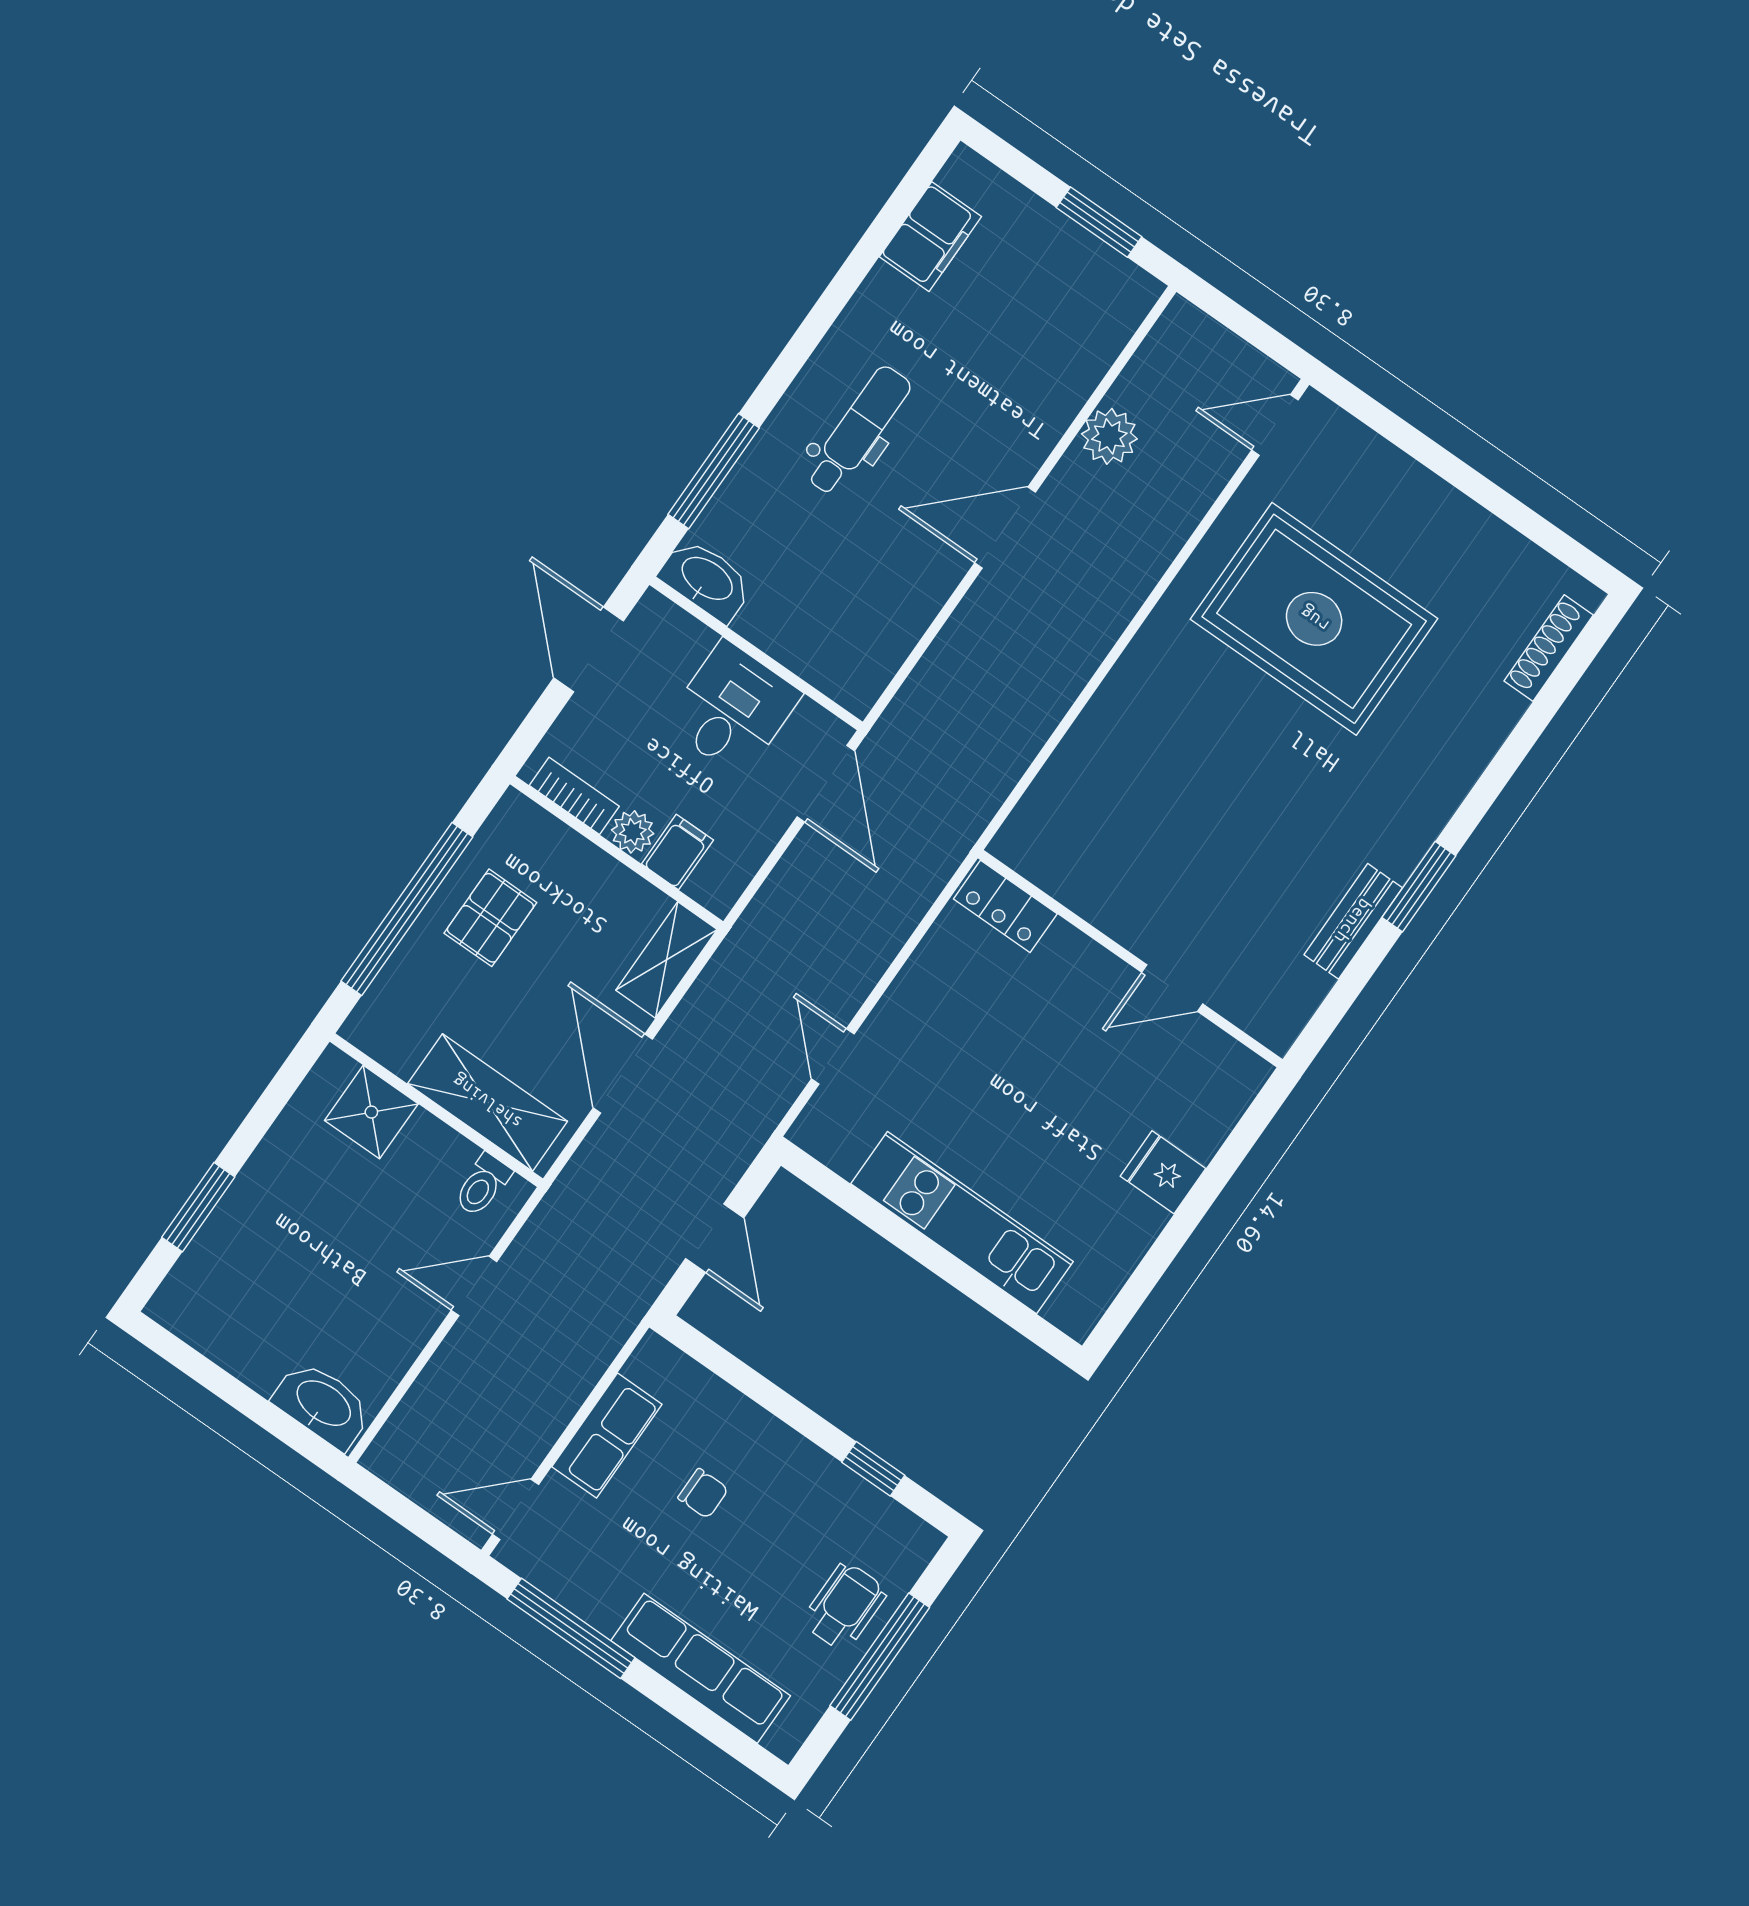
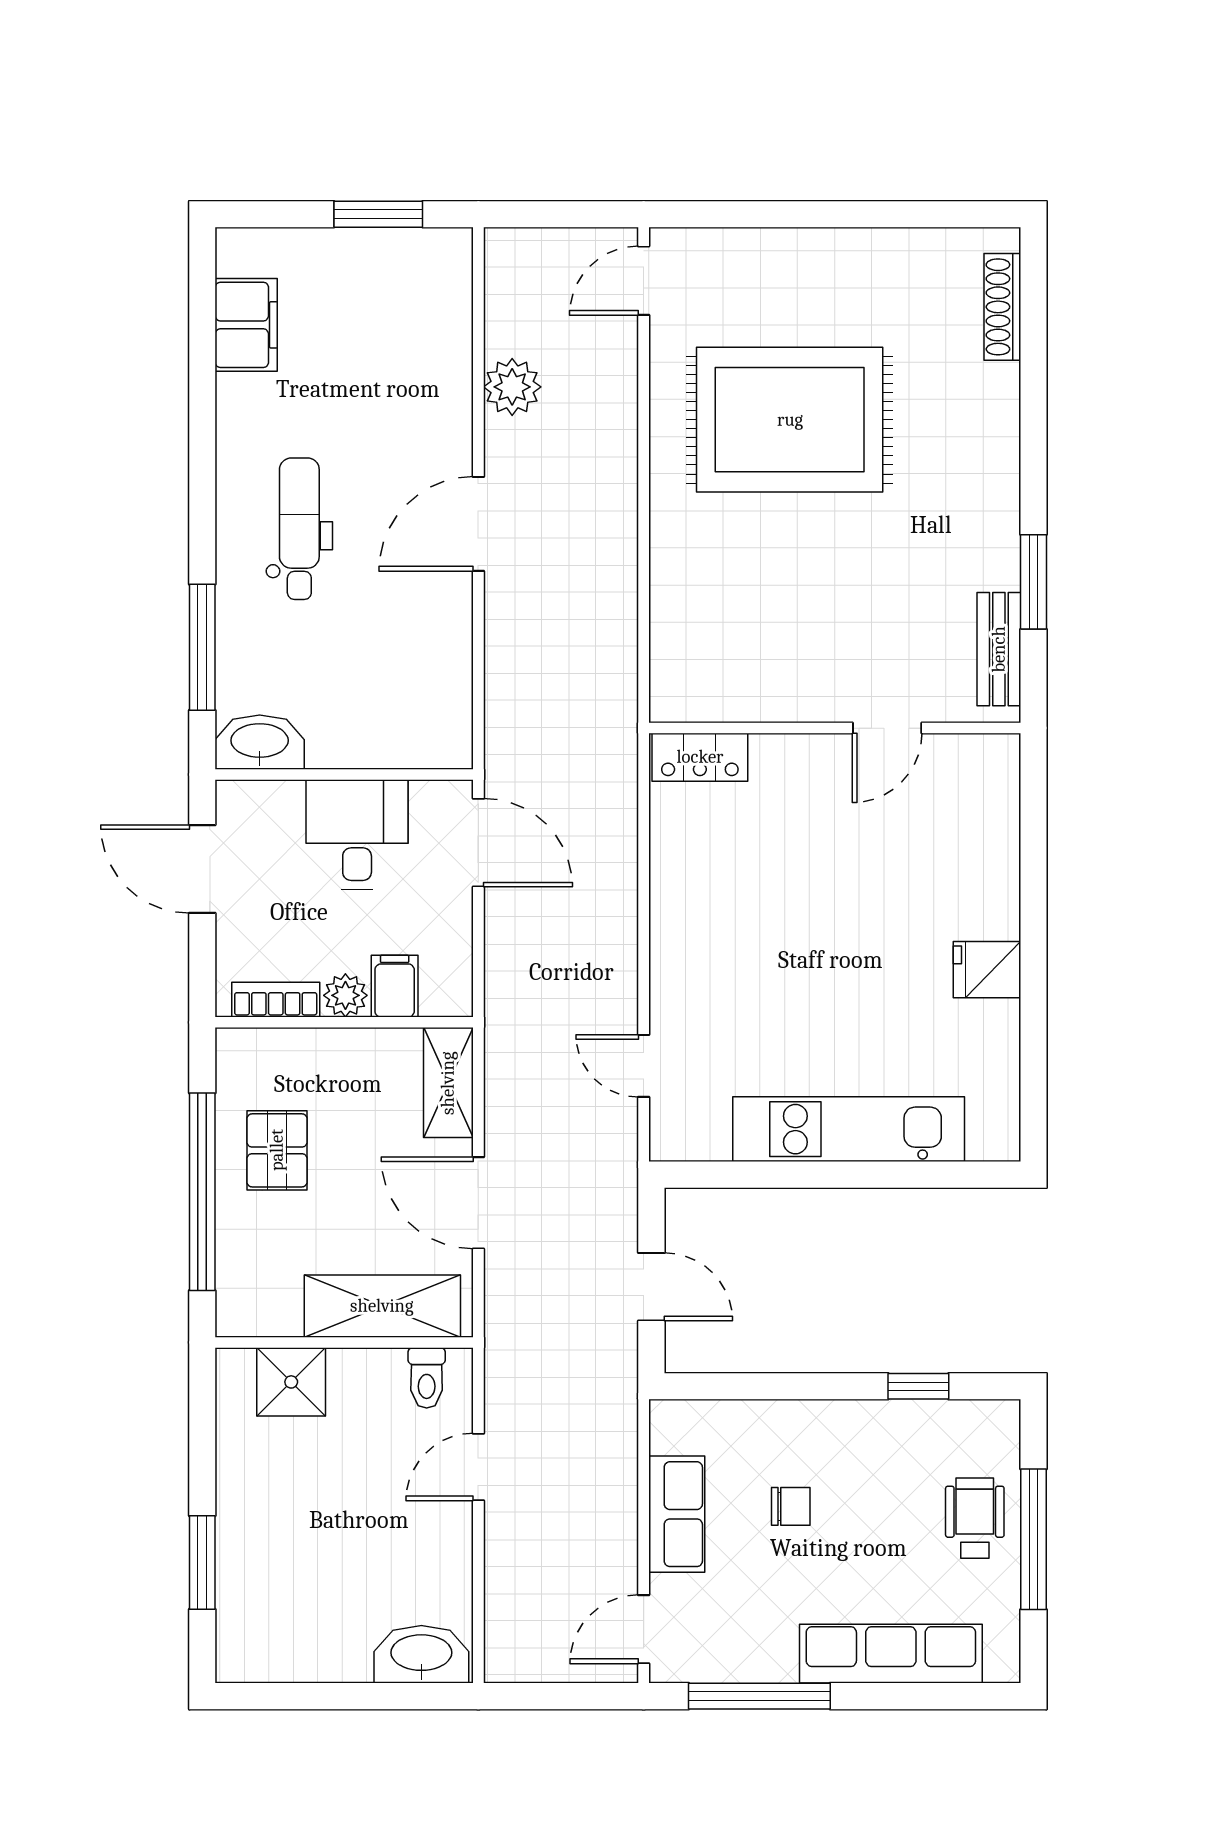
locker: (1005, 906) -> (700, 757), moved
wall: (1130, 959) -> (835, 728), moved
door: (1172, 988) -> (887, 728), moved

